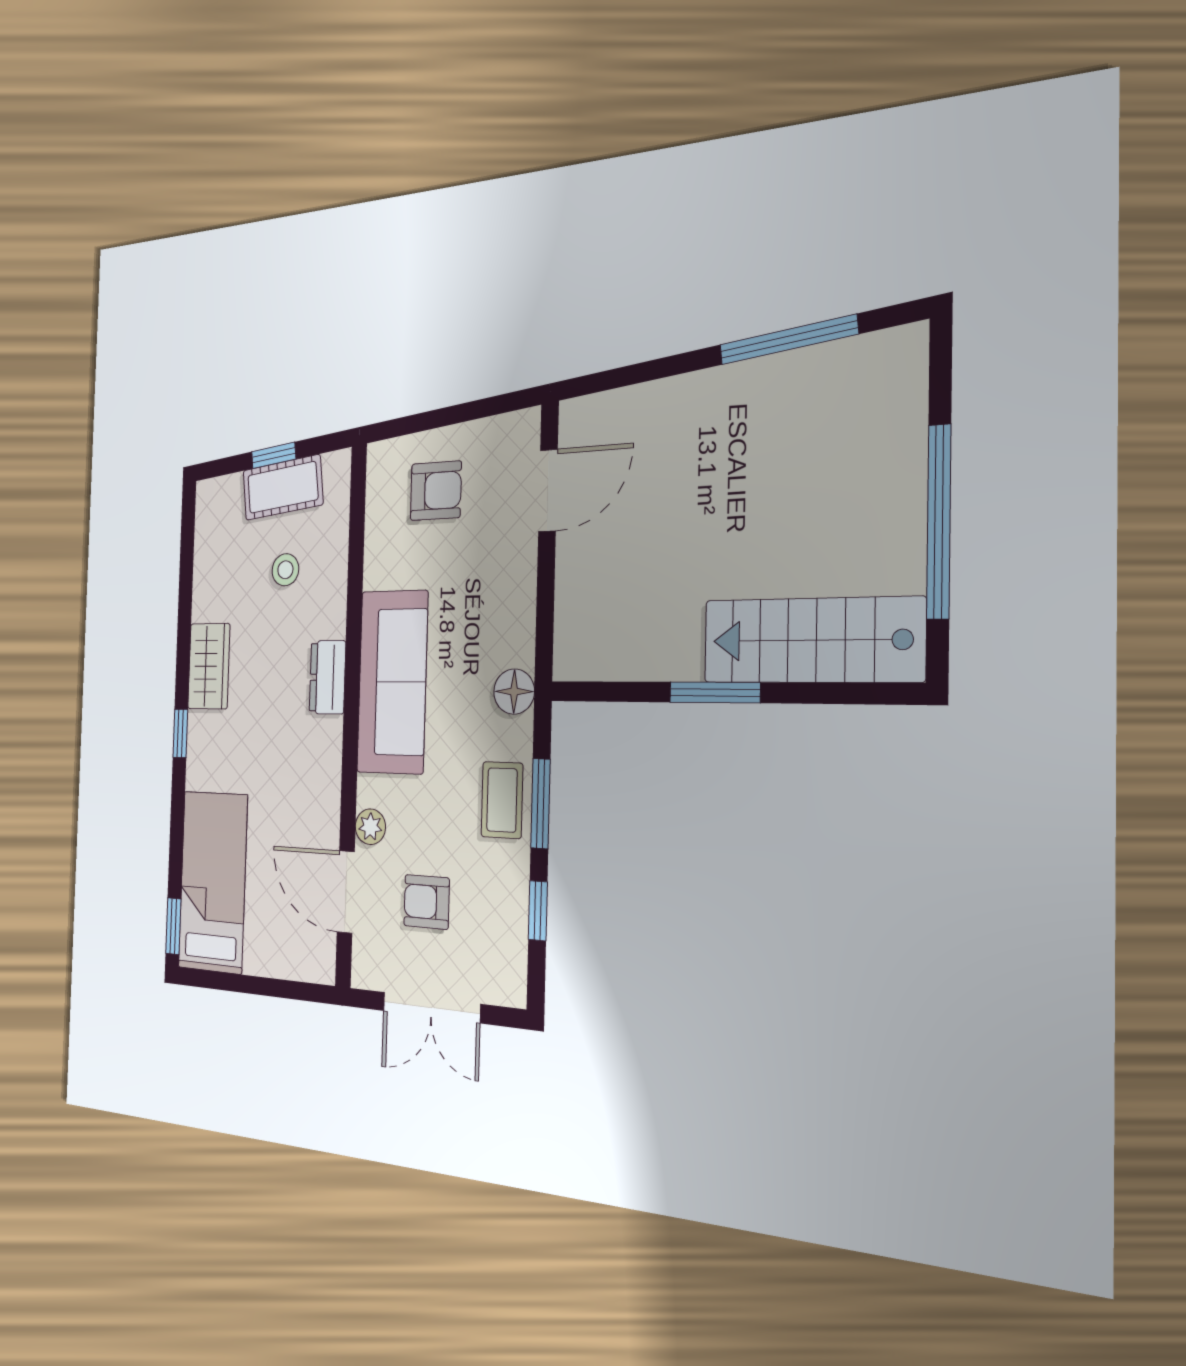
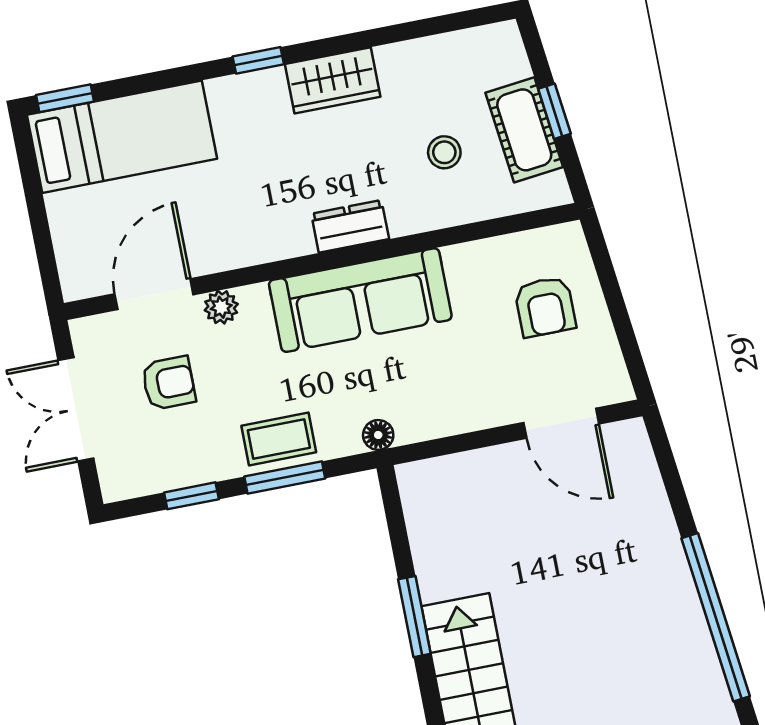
window: (788, 340) -> (716, 617), width x1.46
floor lamp: (514, 692) -> (378, 435), width x0.73, depth x0.73
armchair: (427, 902) -> (169, 383), turned 90

